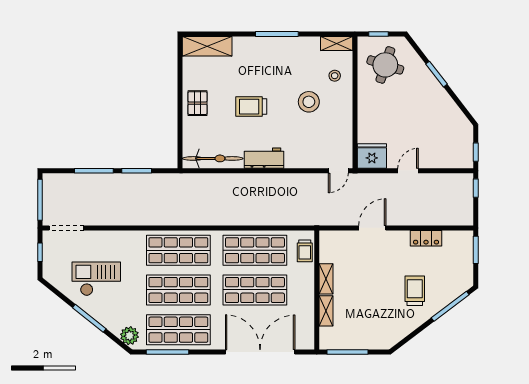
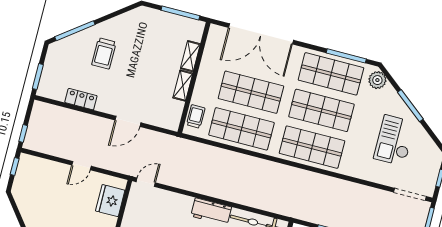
fridge: (372, 156) -> (110, 201), moved, turned 90
checkout: (96, 279) -> (394, 140), turned 90

